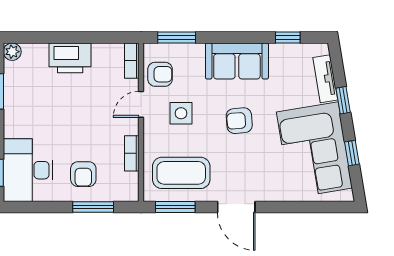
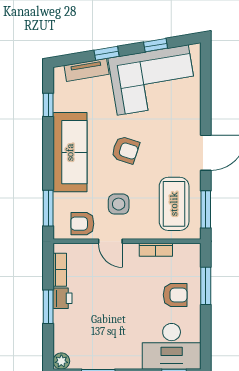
window: (71, 38) -> (48, 307), added
printer: (70, 58) -> (63, 298), width x0.53, depth x0.68
bookcase: (132, 61) -> (60, 270), moved, turned -90
sofa: (237, 61) -> (70, 152), width x1.36
armchair: (160, 74) -> (82, 224), turned -90
armchair: (239, 121) -> (125, 150), turned -67

